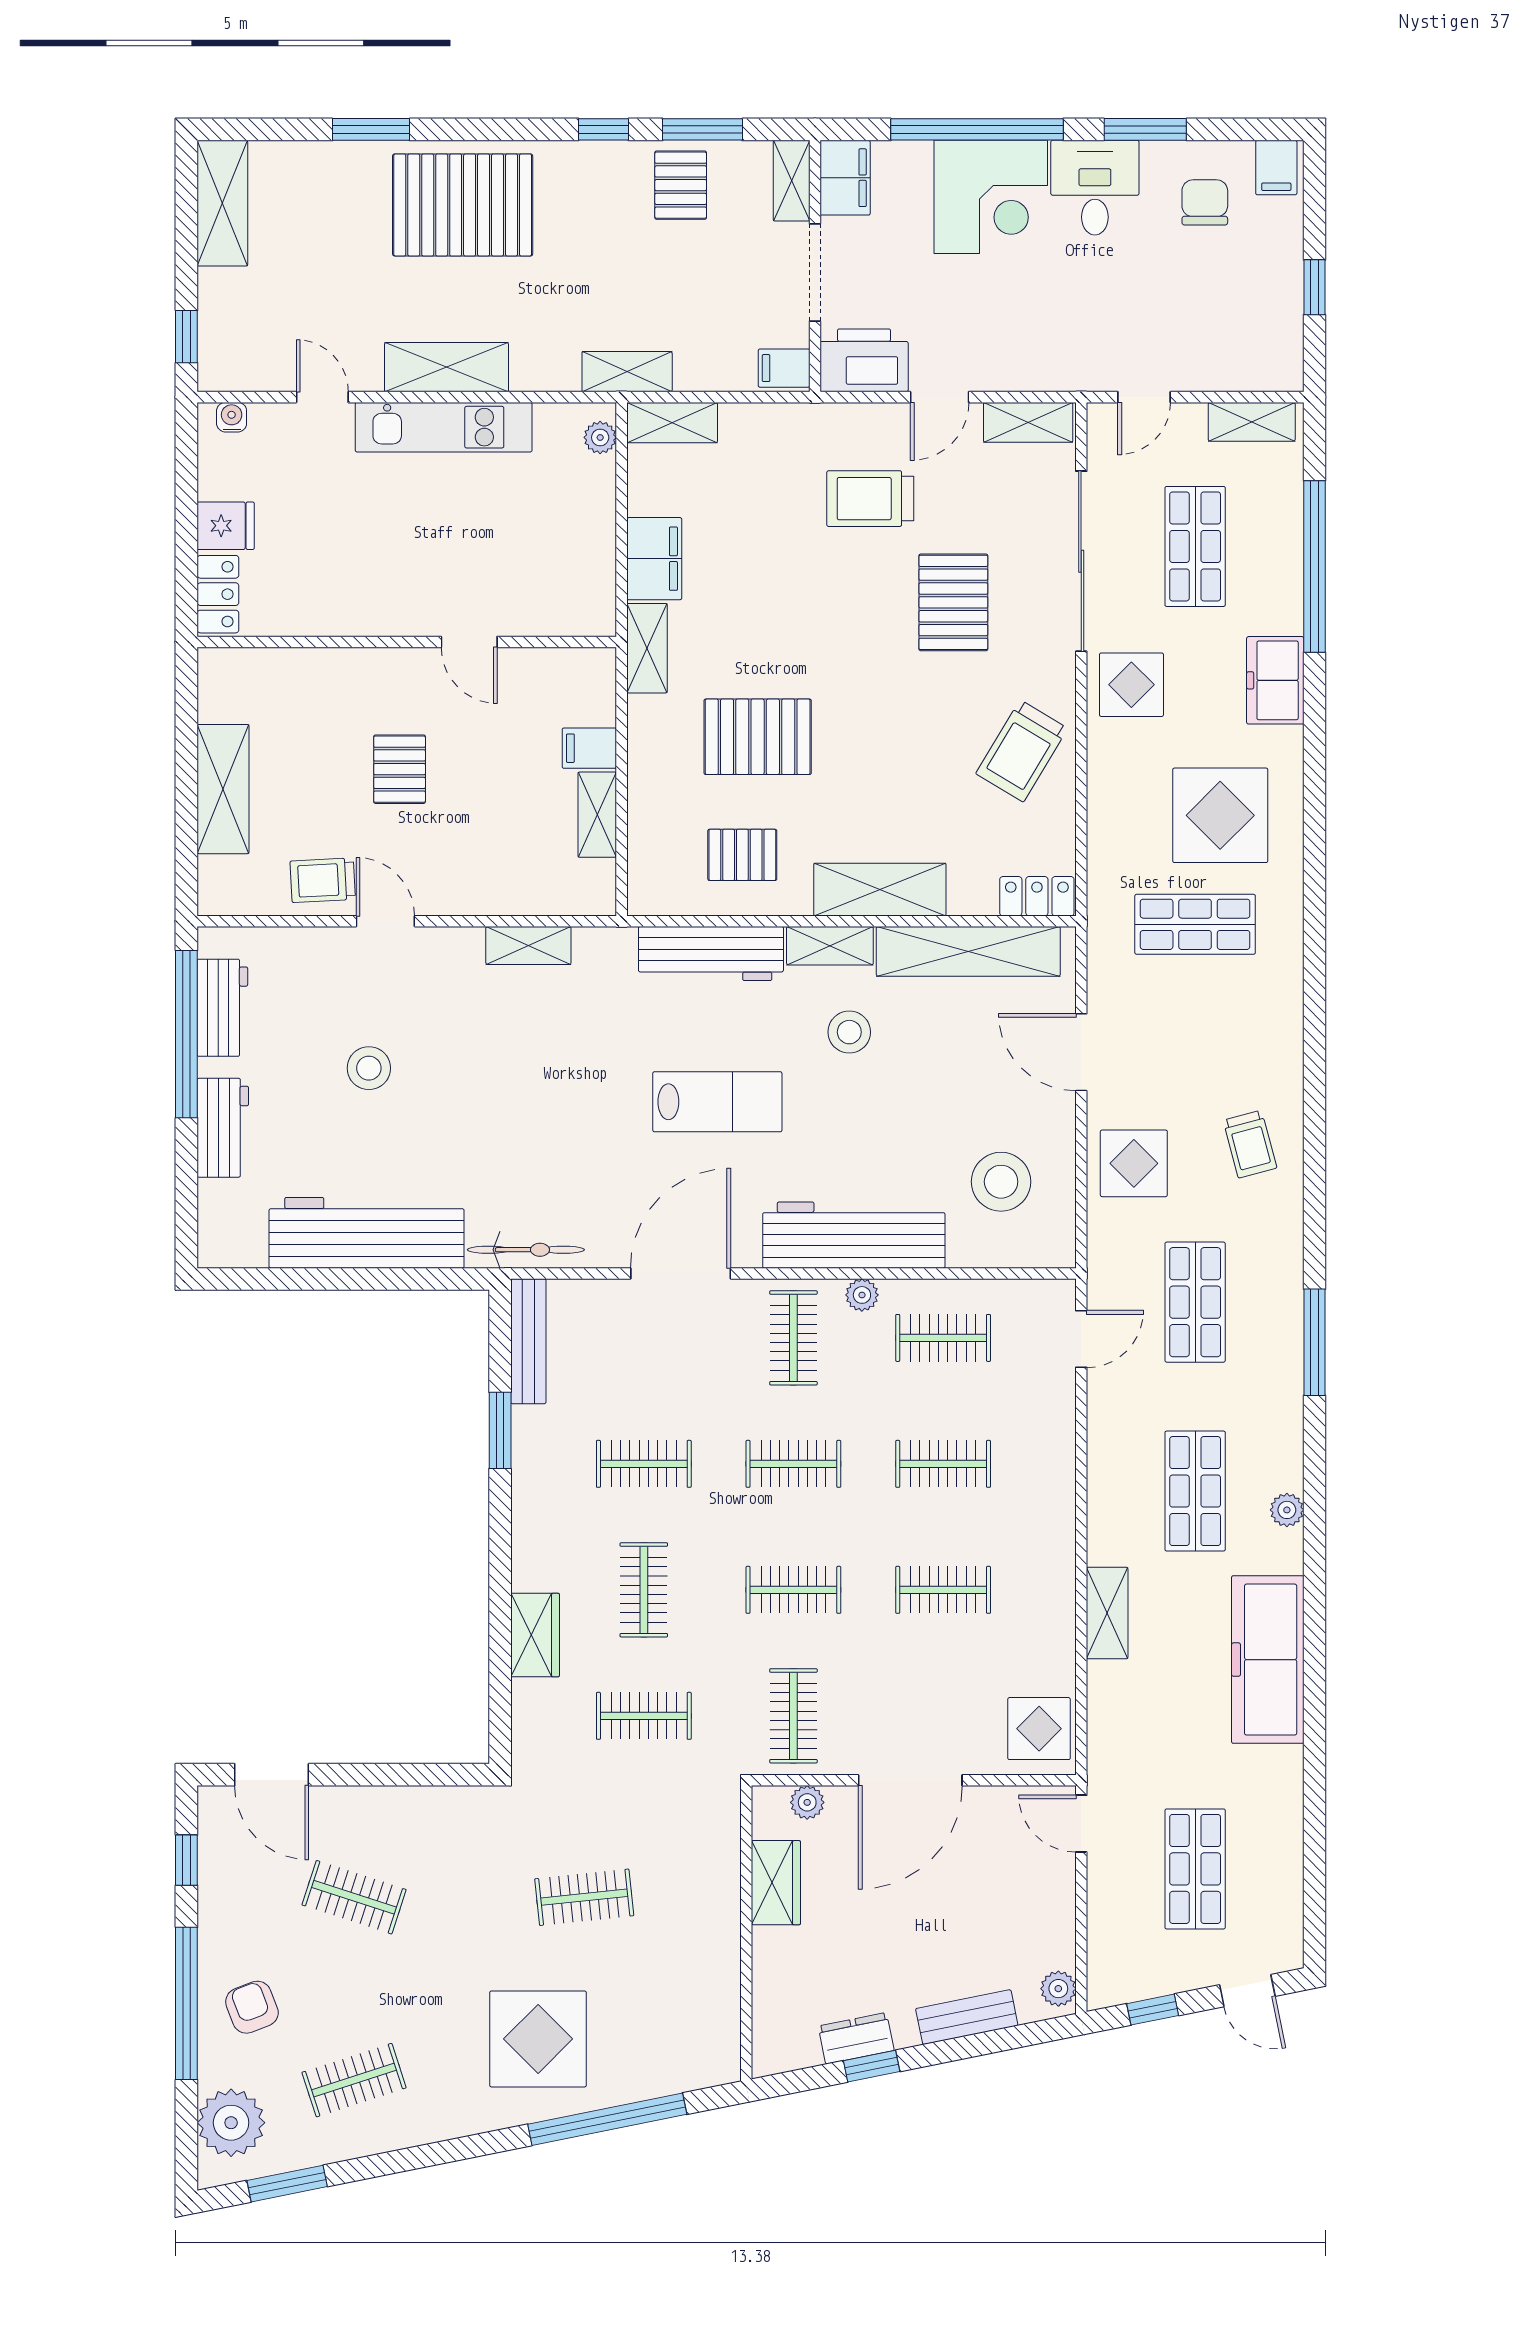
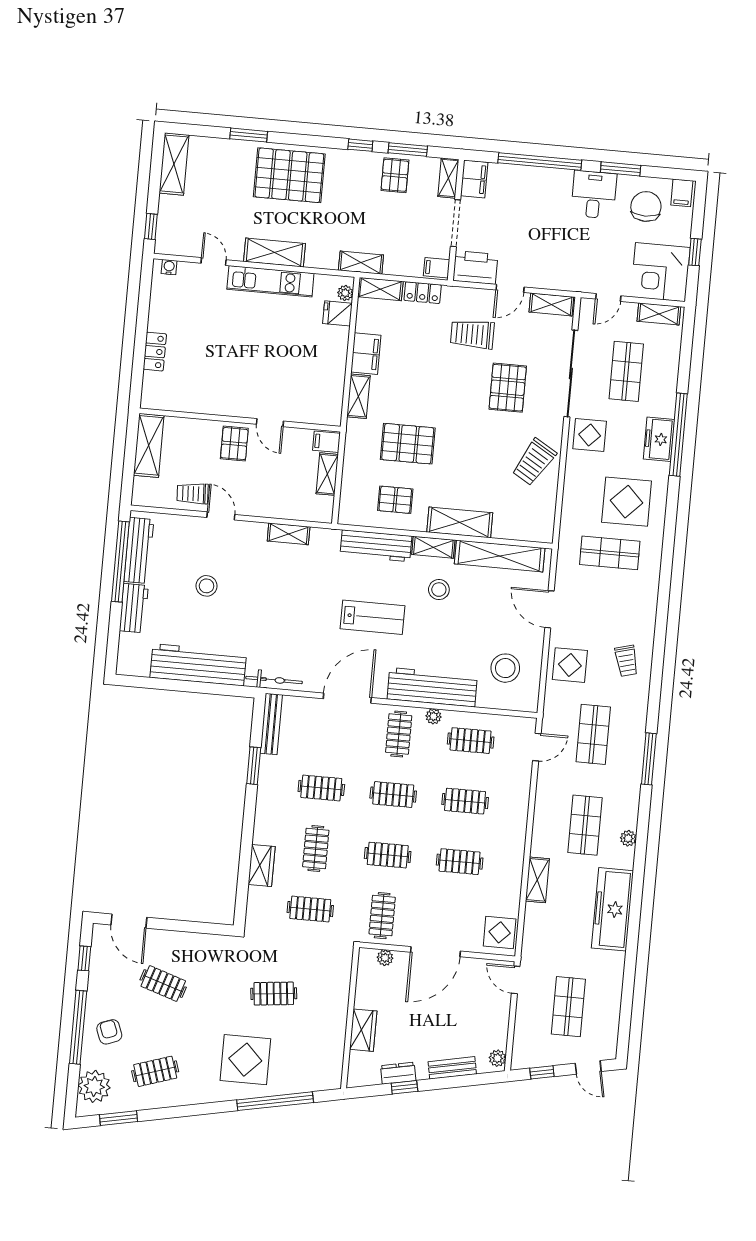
corner desk: (991, 197) -> (660, 272), moved, turned 90
chair: (1205, 202) -> (646, 207), width x1.37, depth x1.37
fridge: (226, 526) -> (337, 313), moved, turned 180
window: (1314, 566) -> (678, 435), moved
wall: (407, 642) -> (240, 420), moved
door: (469, 642) -> (270, 423), moved
locker: (1037, 896) -> (423, 293), moved, turned 180
workbench: (222, 1008) -> (139, 550), width x1.37
wardrobe: (776, 1883) -> (363, 1030), moved

